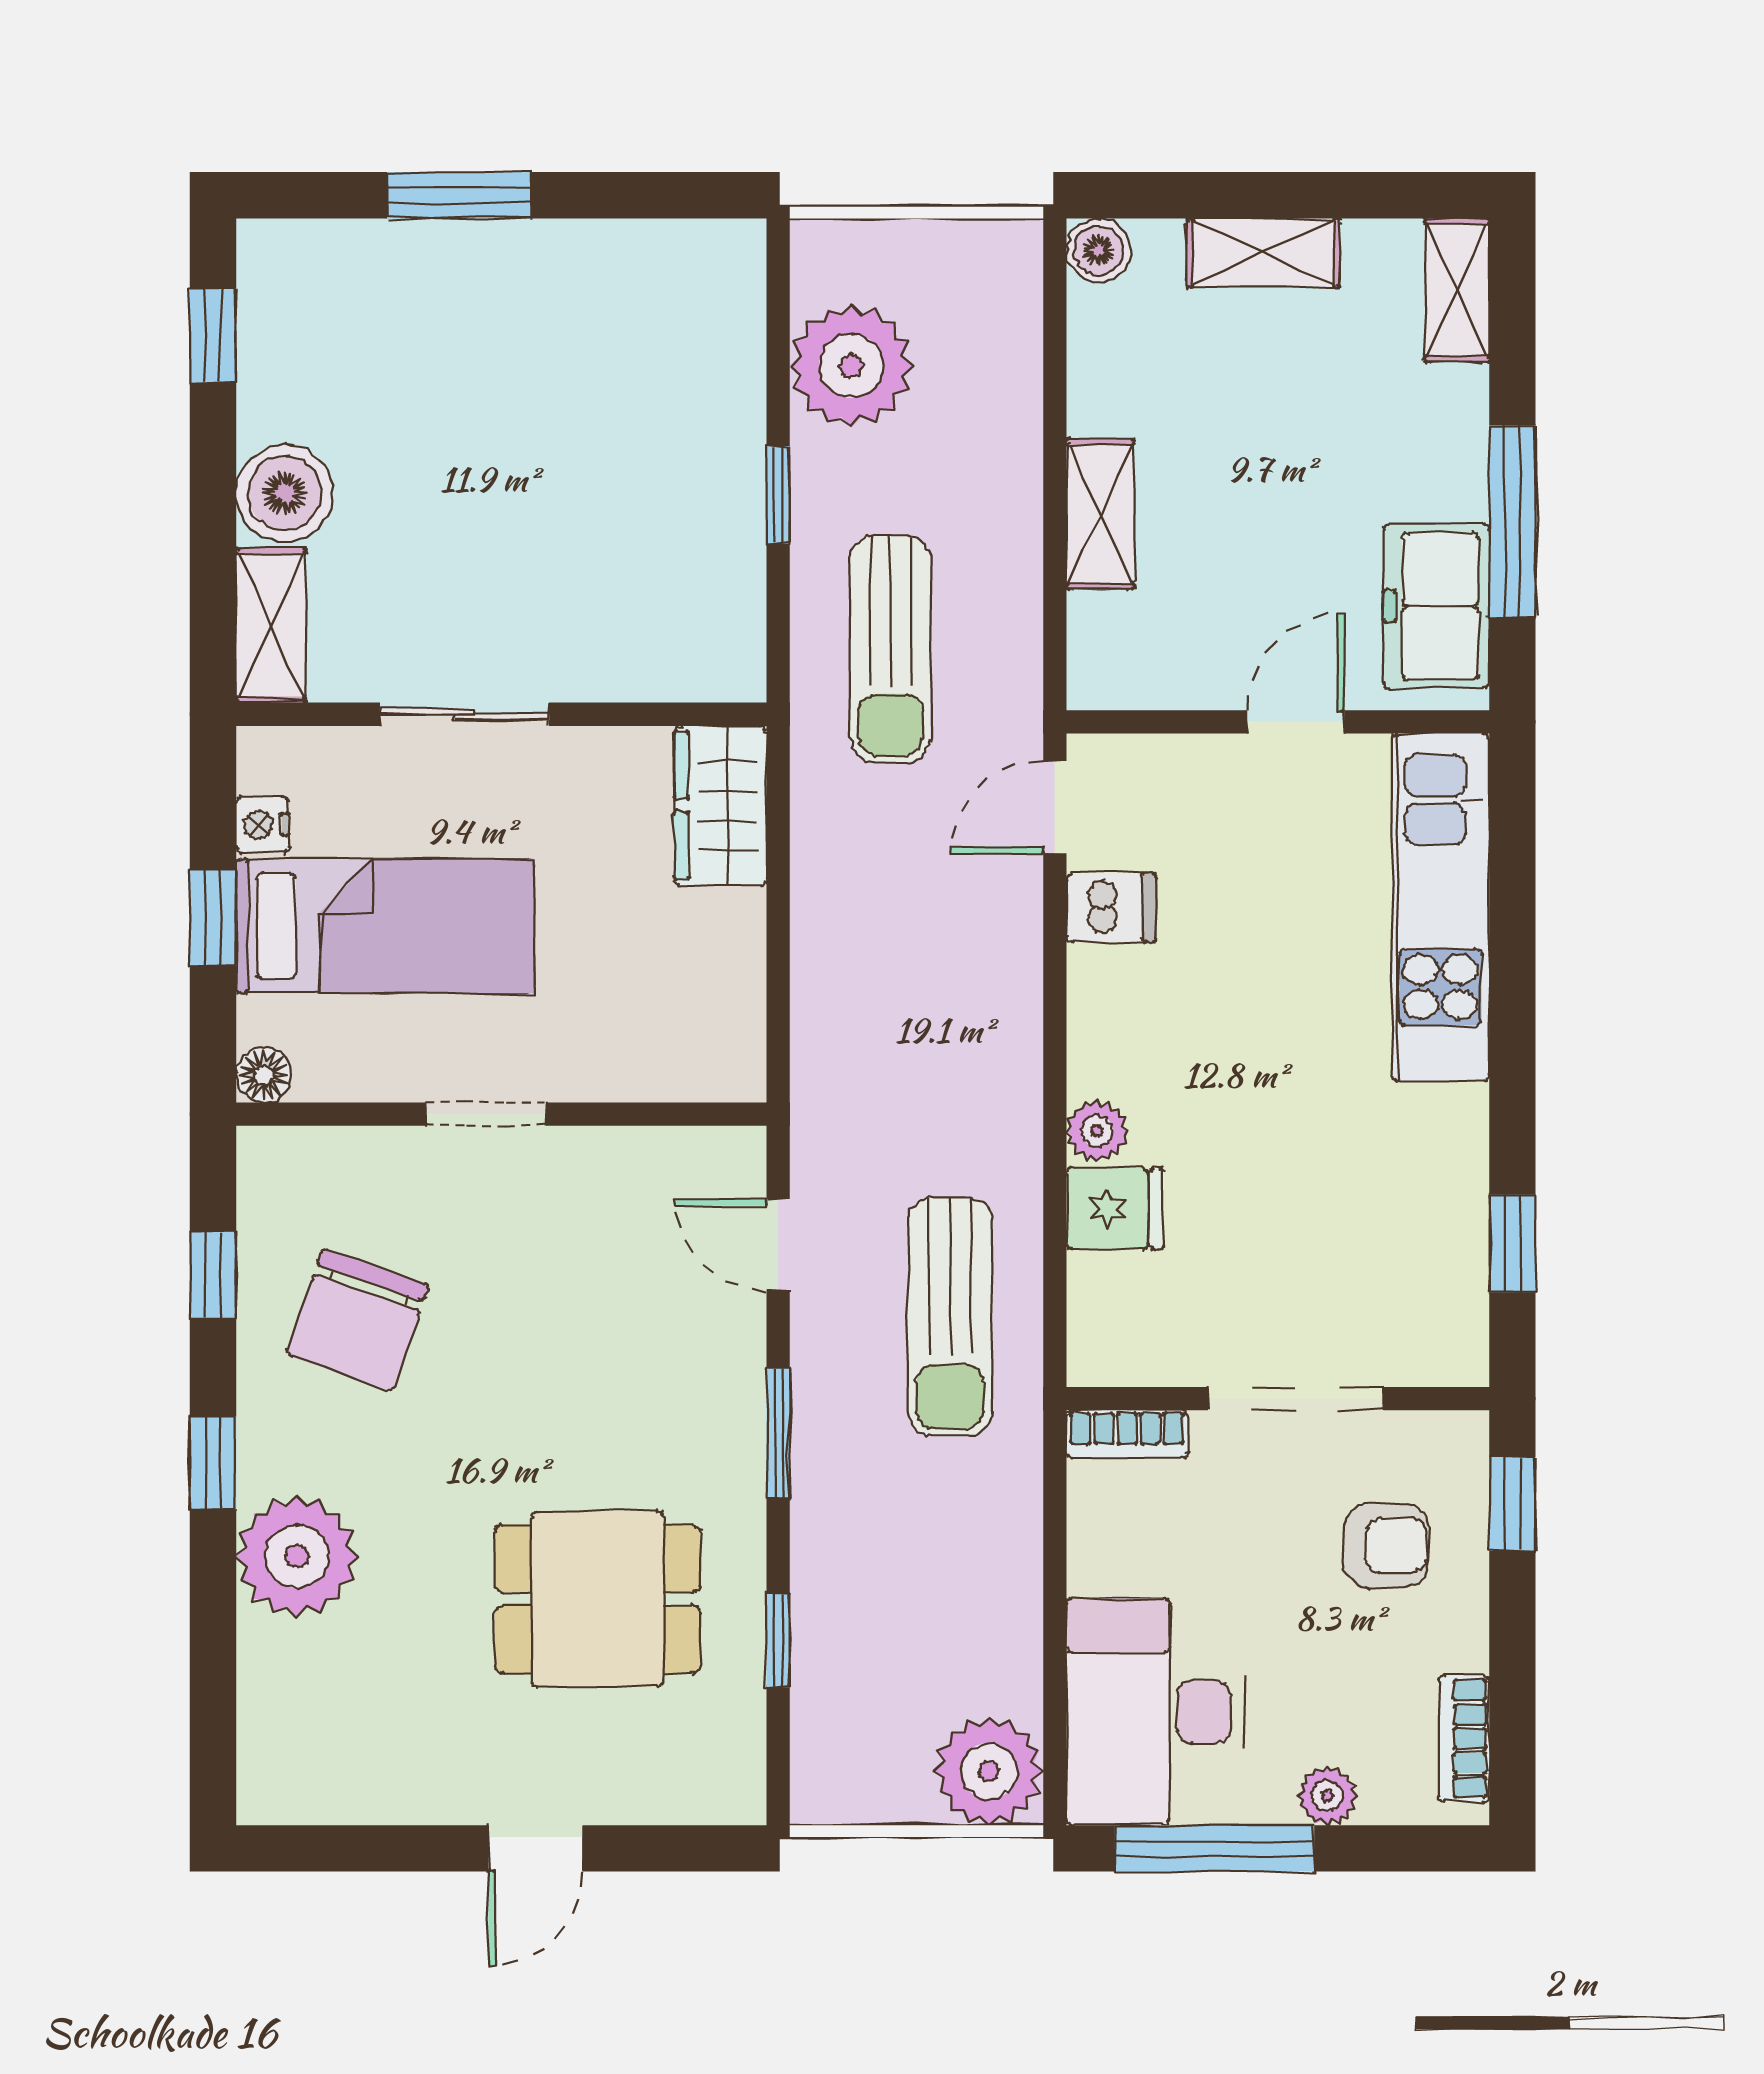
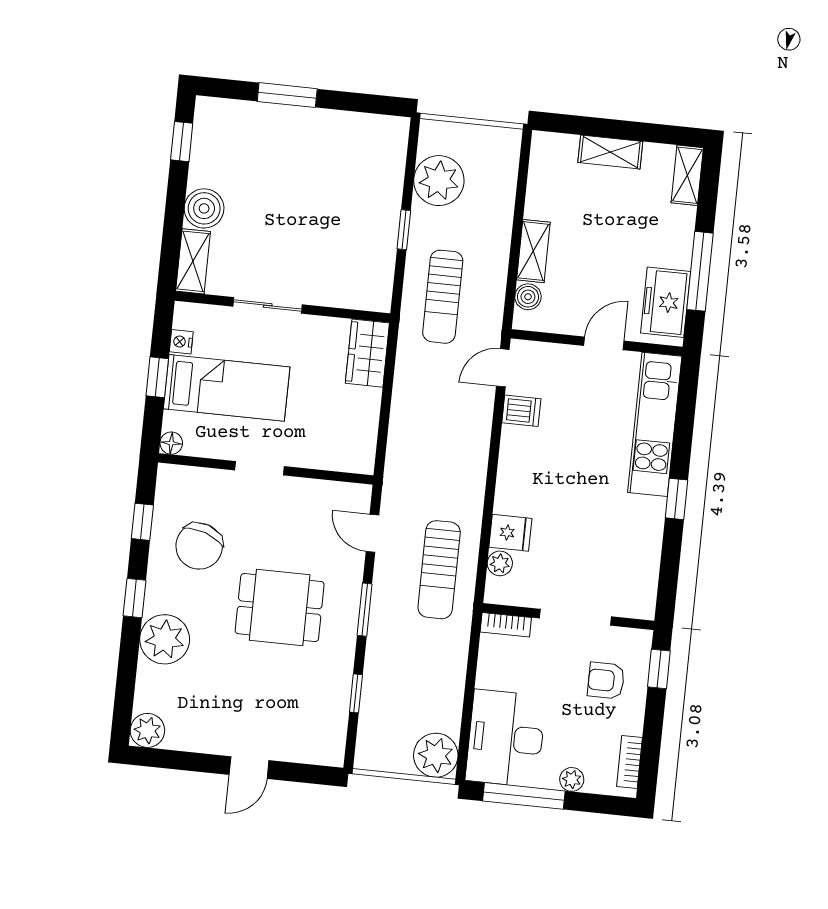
boiler: (1099, 250) -> (528, 297), moved
plant: (1097, 1131) -> (500, 563), moved
window: (1512, 1243) -> (676, 499), moved
armchair: (1386, 1545) -> (606, 681), turned 180
dining table: (597, 1599) -> (280, 608), moved
plant: (278, 1783) -> (147, 730), added

